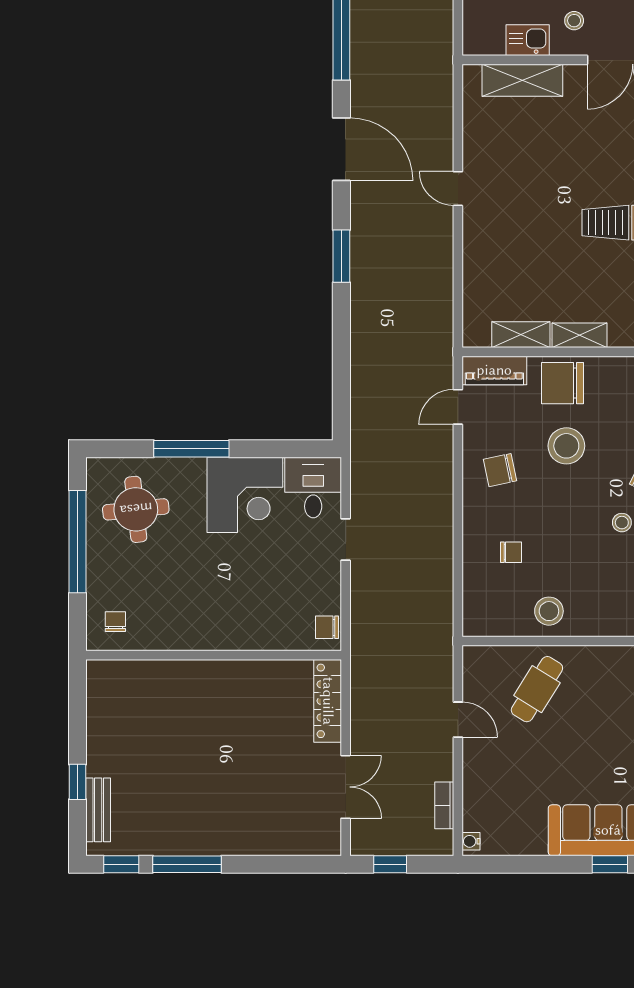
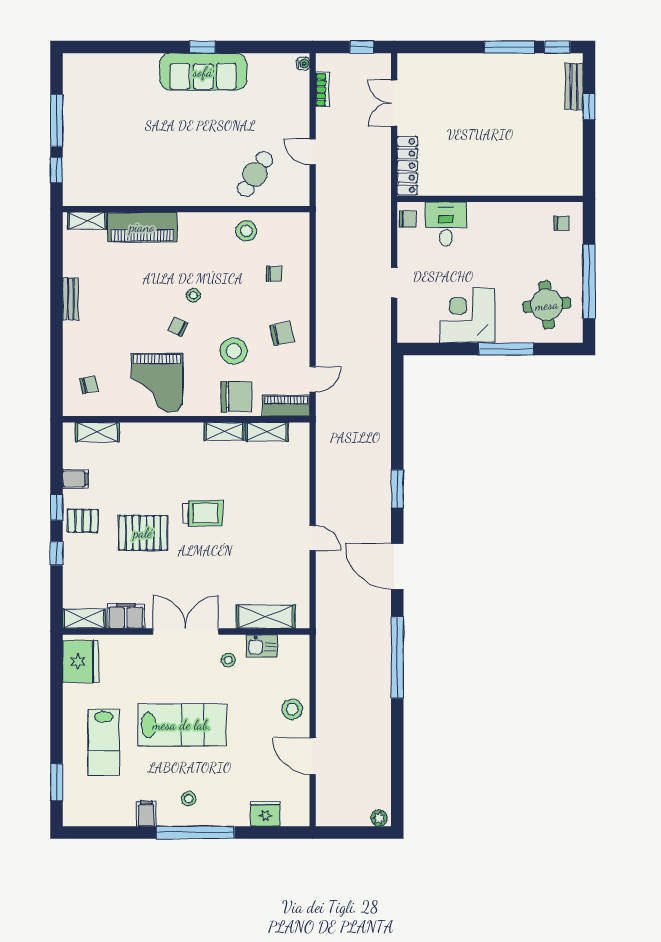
desk: (313, 488) -> (446, 224), moved, turned 180
chair: (511, 552) -> (274, 274), turned 180
chair: (115, 622) -> (562, 223), turned -90

